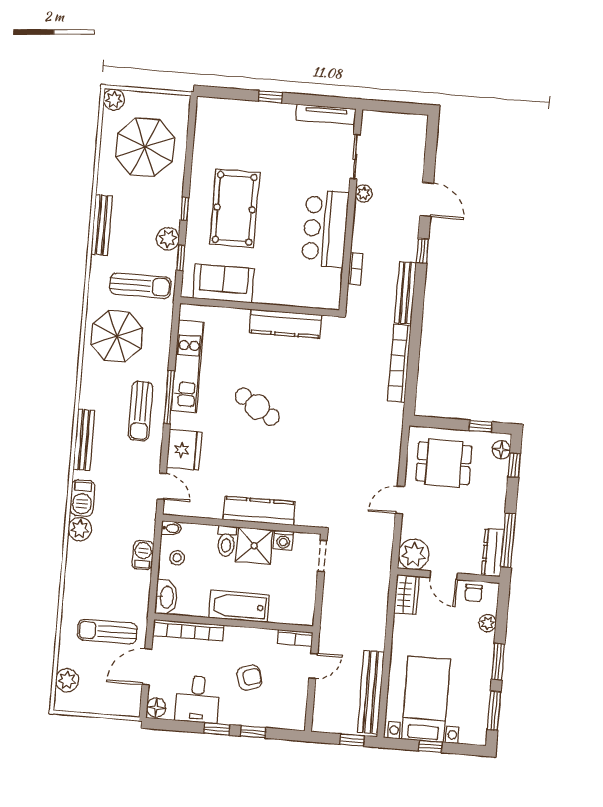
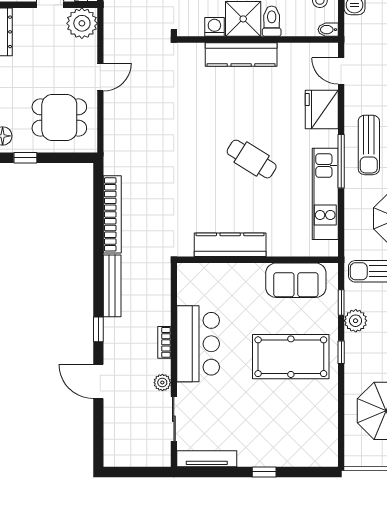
pool table: (235, 208) -> (291, 357), turned 90
bookcase: (355, 269) -> (164, 342), moved
sun lounger: (141, 411) -> (369, 145), turned 180

